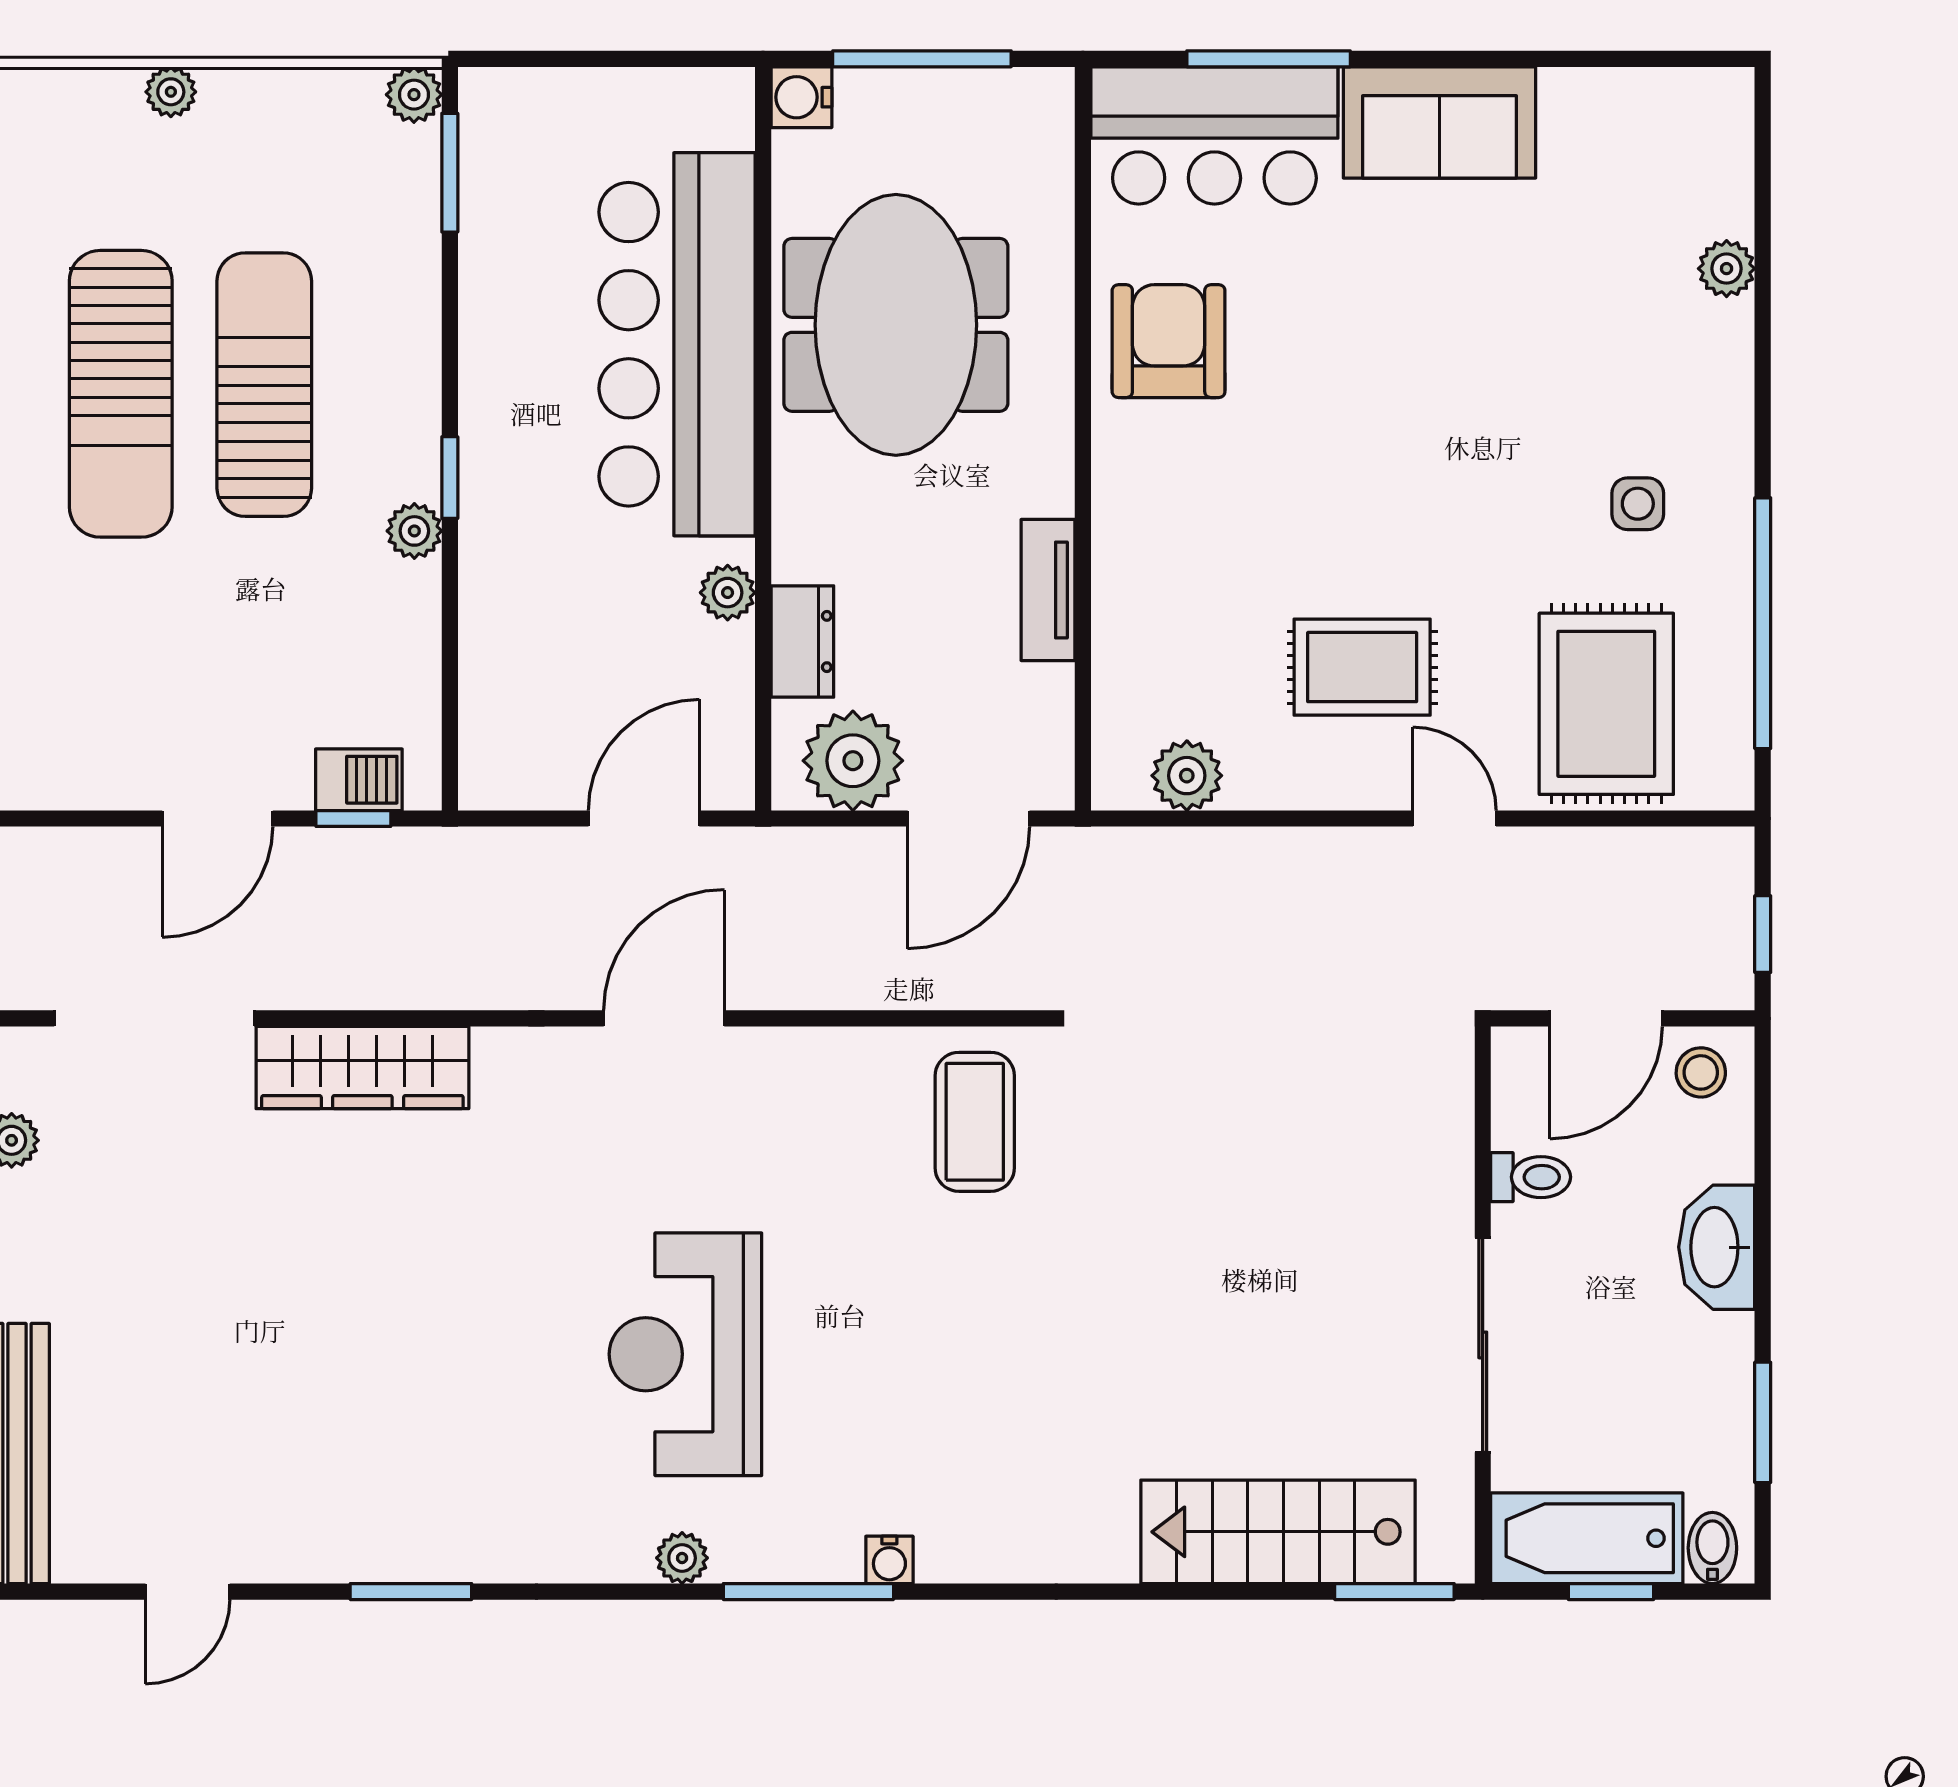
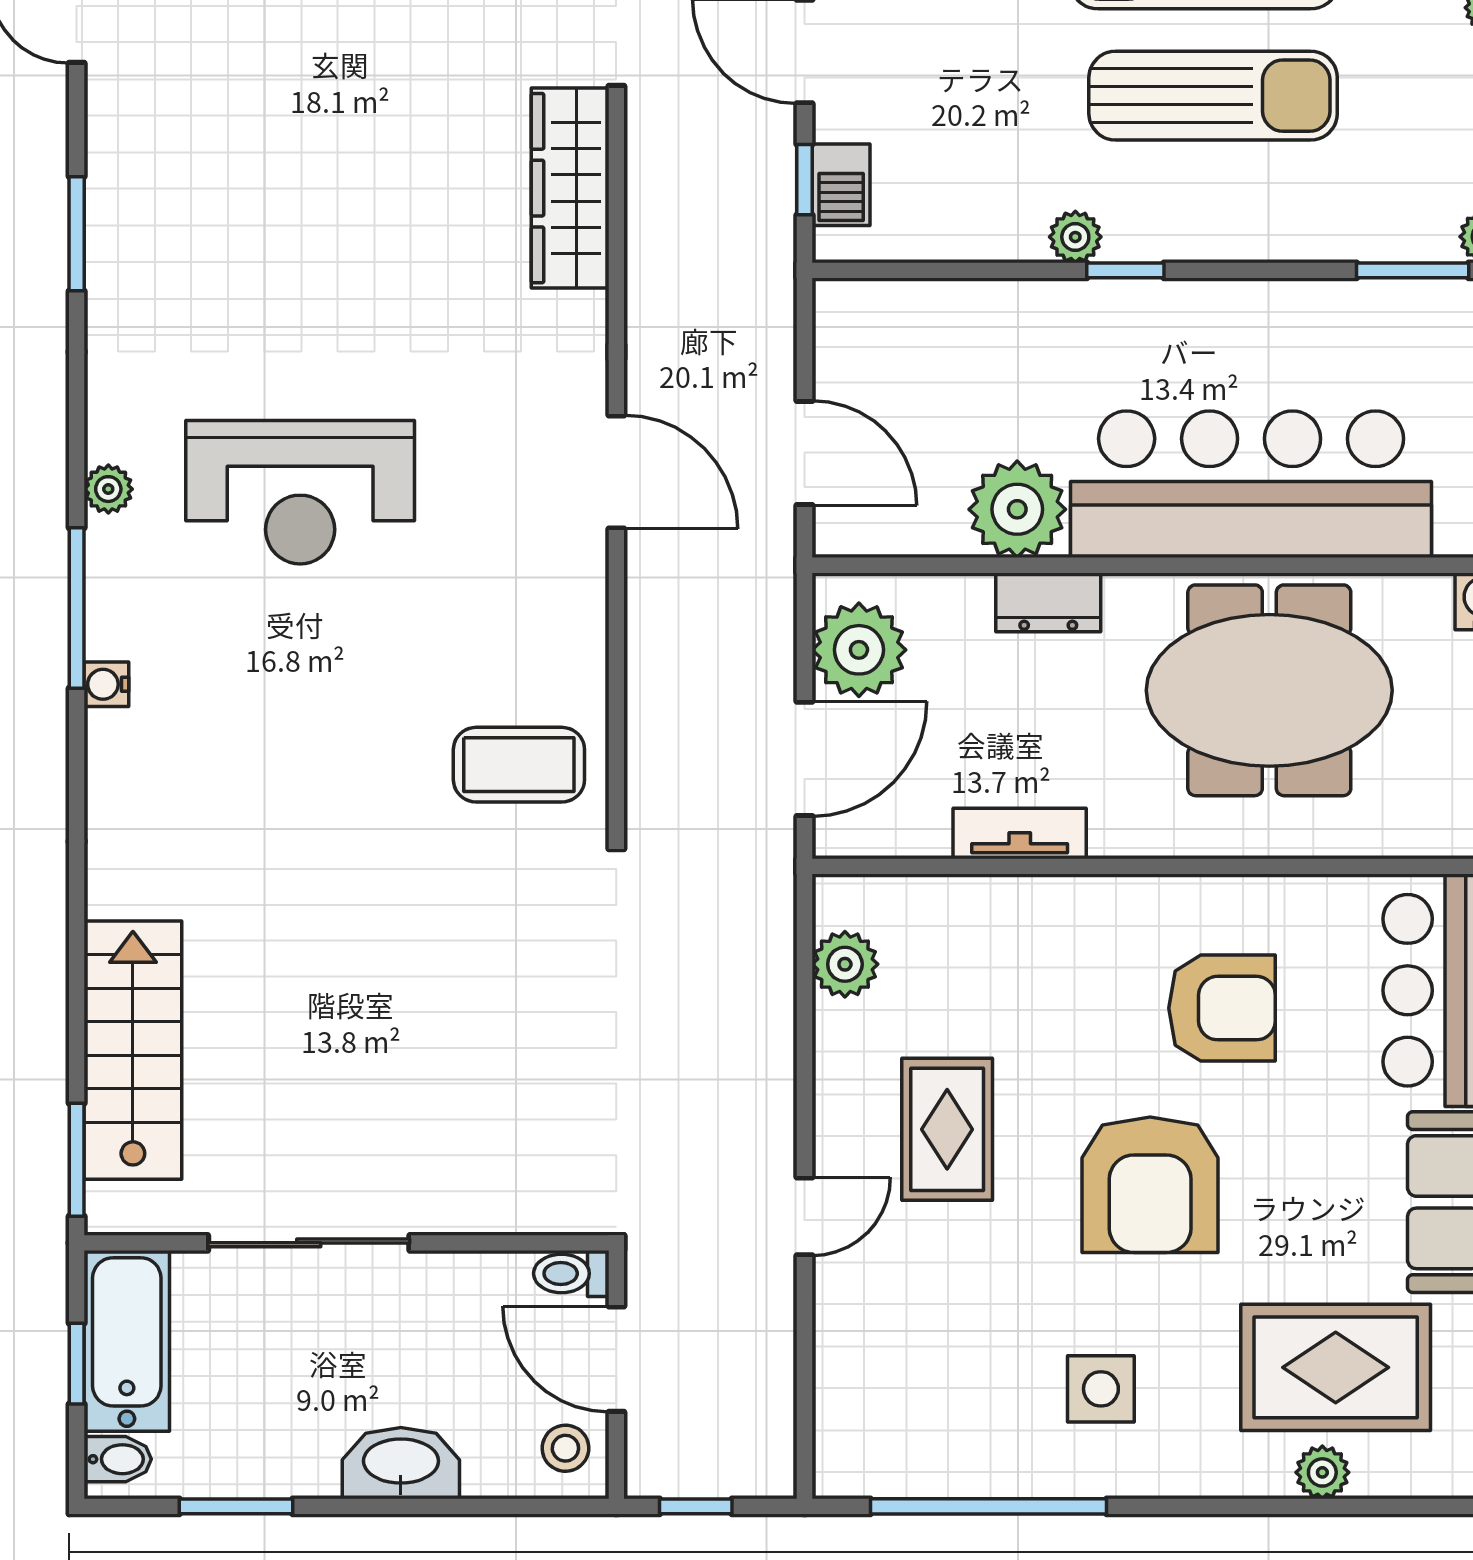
armchair: (1169, 341) -> (1222, 1008), moved
armchair: (1421, 451) -> (1150, 1185), added
side table: (1638, 504) -> (1101, 1389), width x1.37, depth x1.37
plant: (728, 593) -> (1017, 509), width x1.88, depth x1.88
dresser: (802, 642) -> (1048, 602), moved
rug: (1606, 704) -> (1336, 1367), moved
door: (969, 819) -> (805, 759), swing flipped
toilet: (1531, 1177) -> (571, 1273), moved, turned 90
reception desk: (685, 1354) -> (300, 492), turned 180

